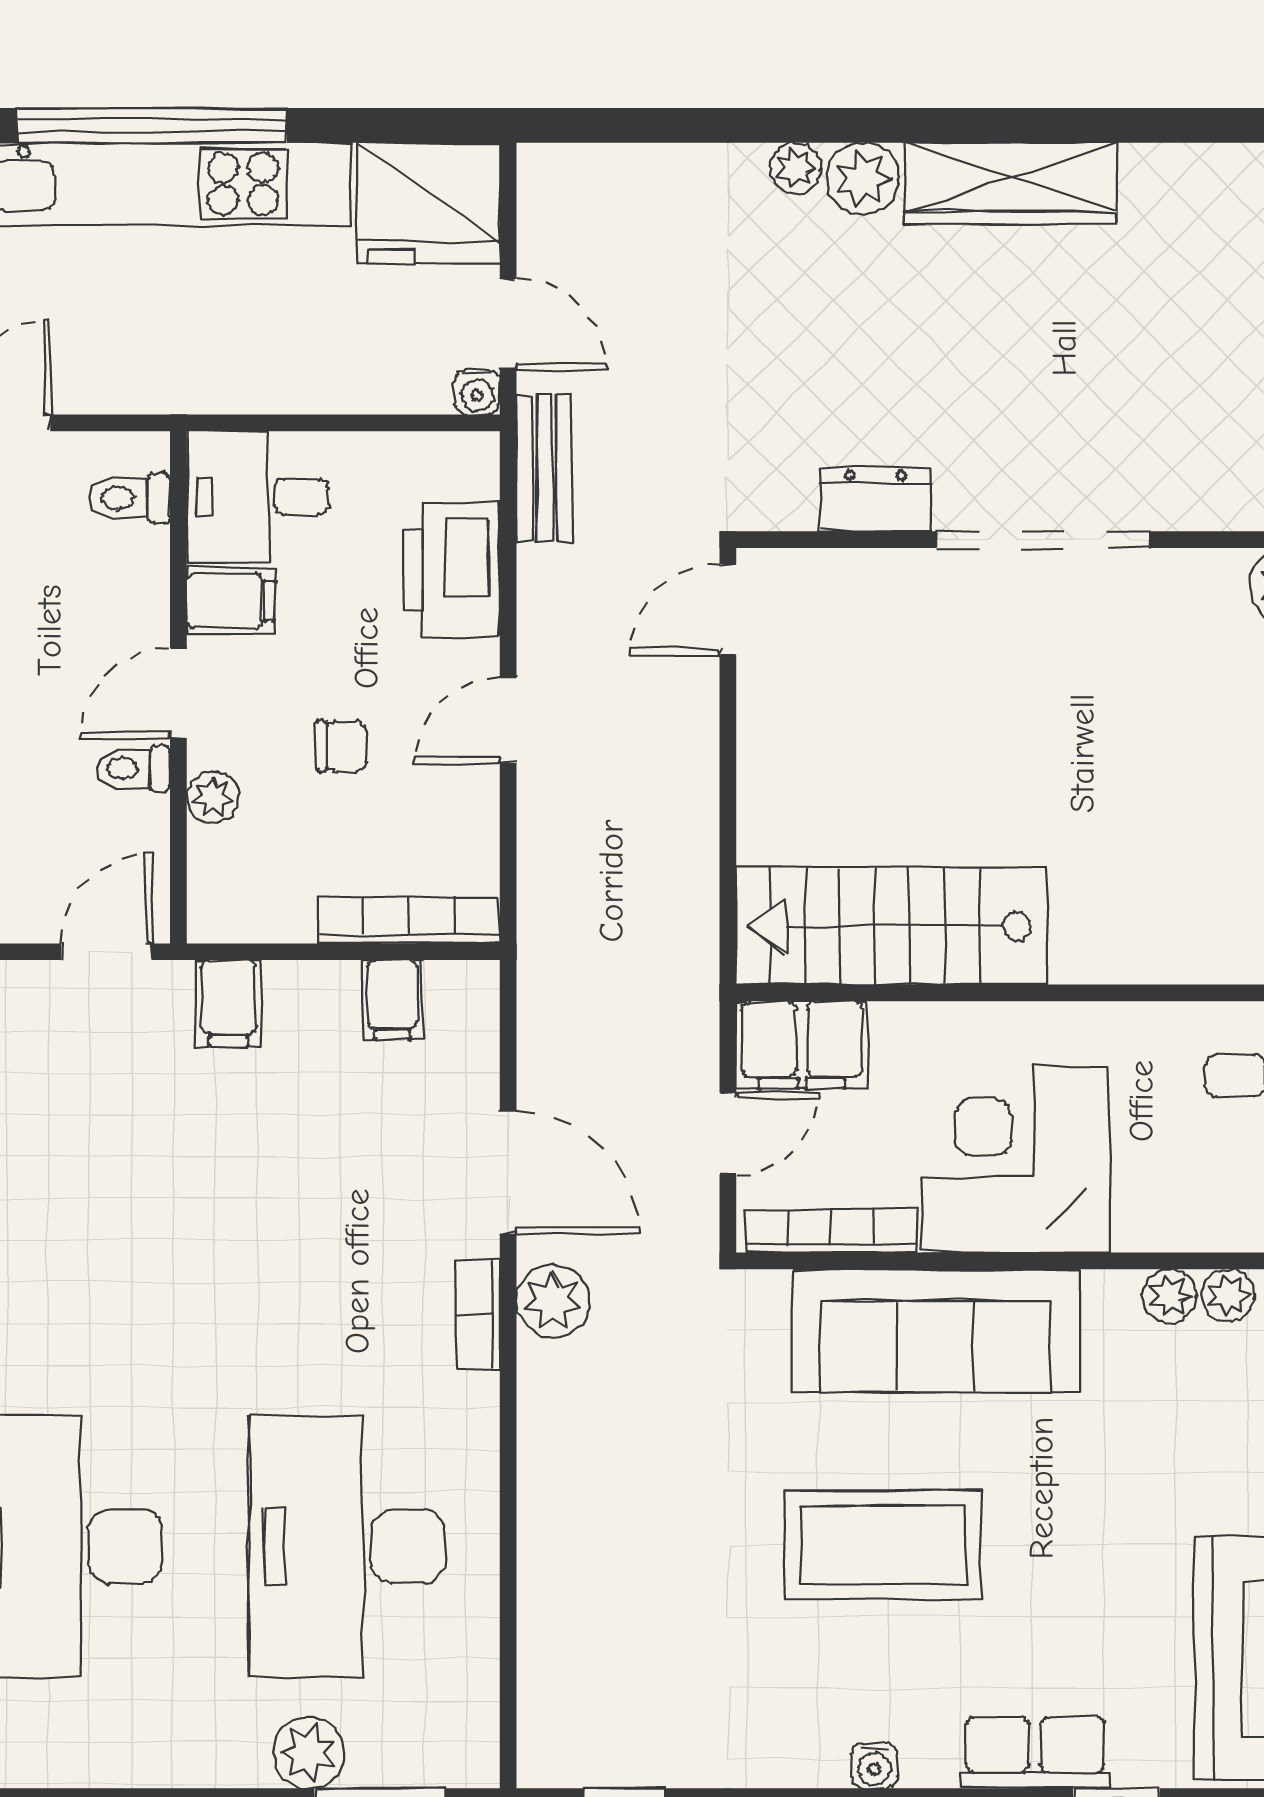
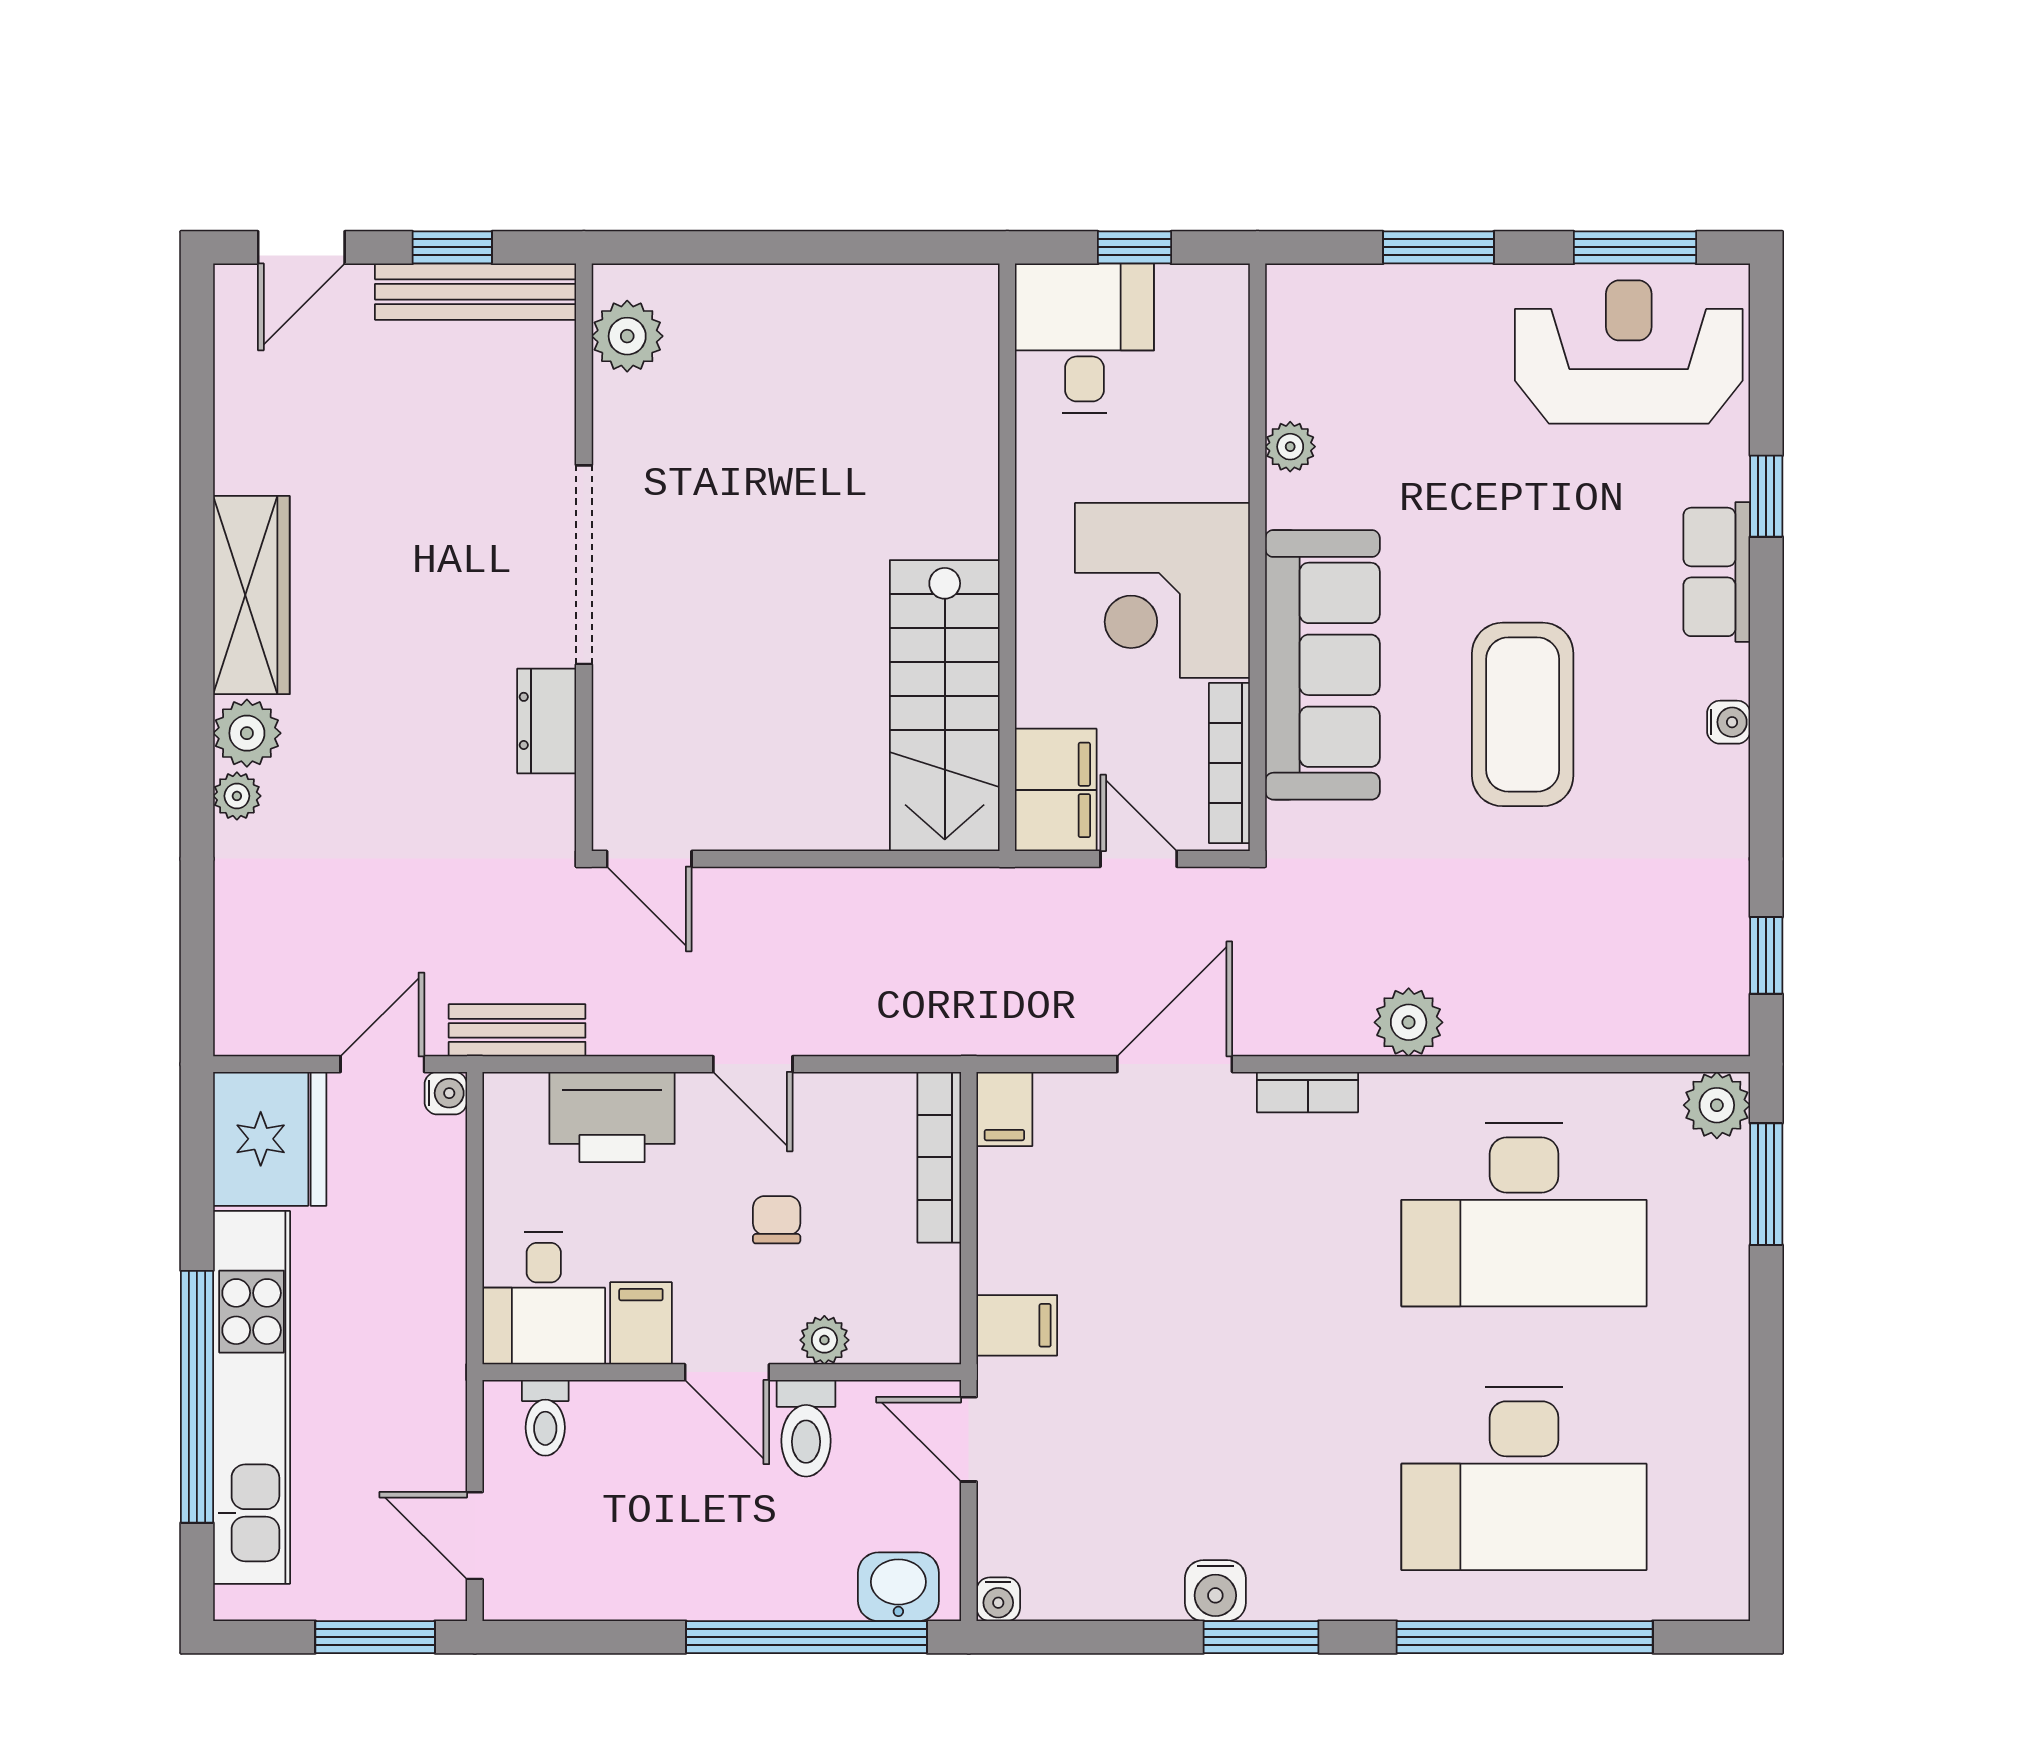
toilet: (133, 769) -> (806, 1428), width x1.37, depth x1.39
filing cabinet: (392, 1000) -> (1004, 1109), moved, turned 90
plant: (1228, 1296) -> (1290, 392), removed
plant: (553, 1301) -> (1409, 1022), moved
plant: (308, 1753) -> (1717, 1105), moved

